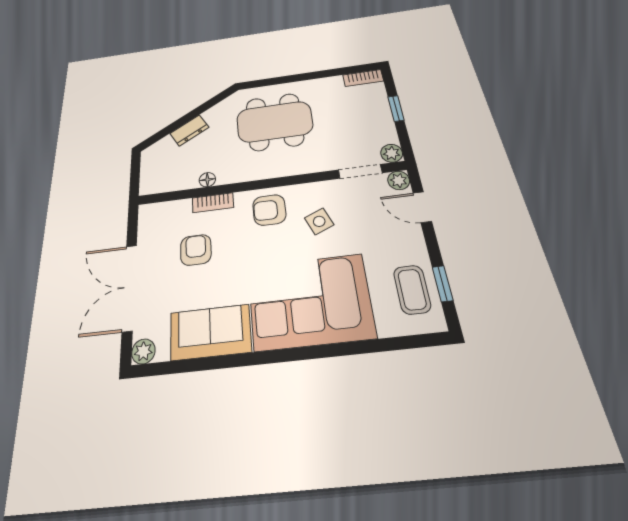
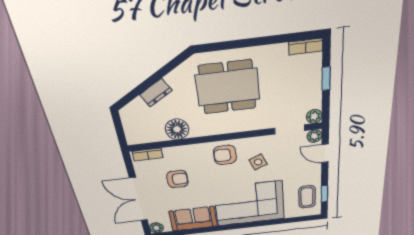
floor lamp: (207, 180) -> (177, 129), width x1.89, depth x1.89
bookcase: (213, 203) -> (148, 155), moved
armchair: (196, 250) -> (177, 179), turned 90

